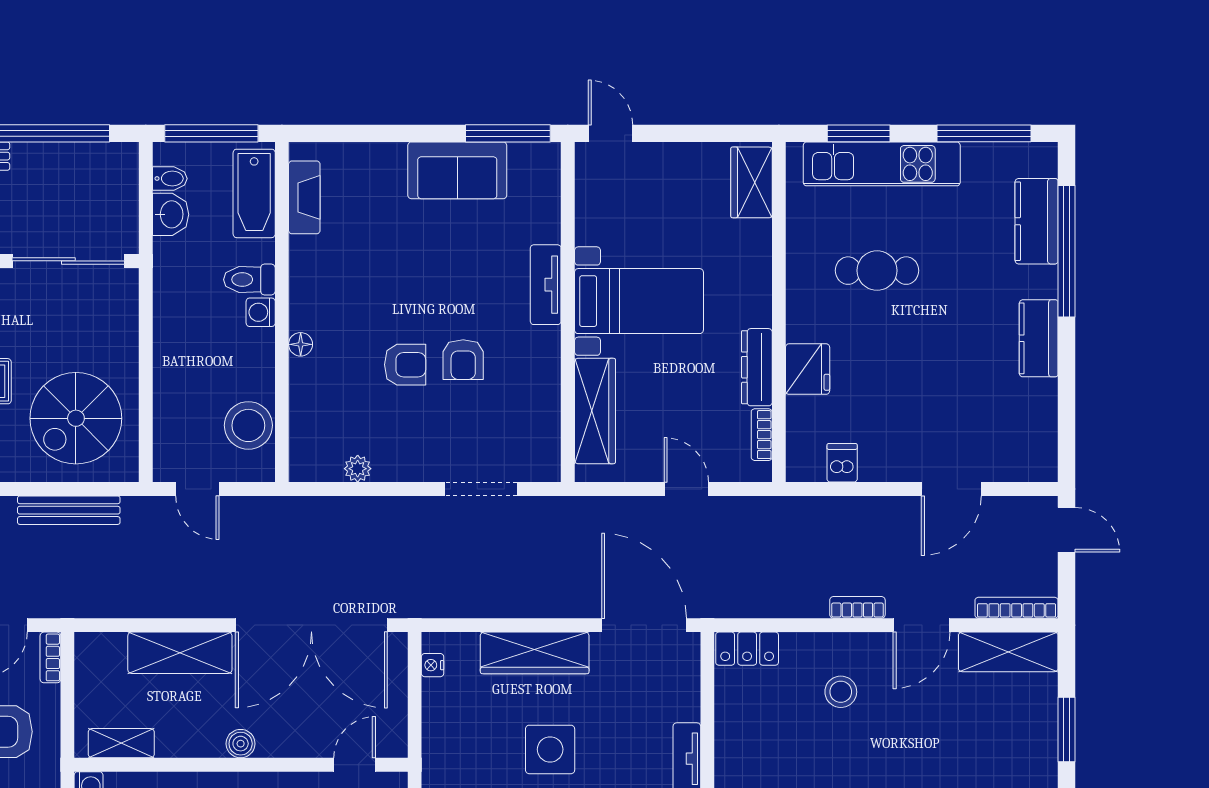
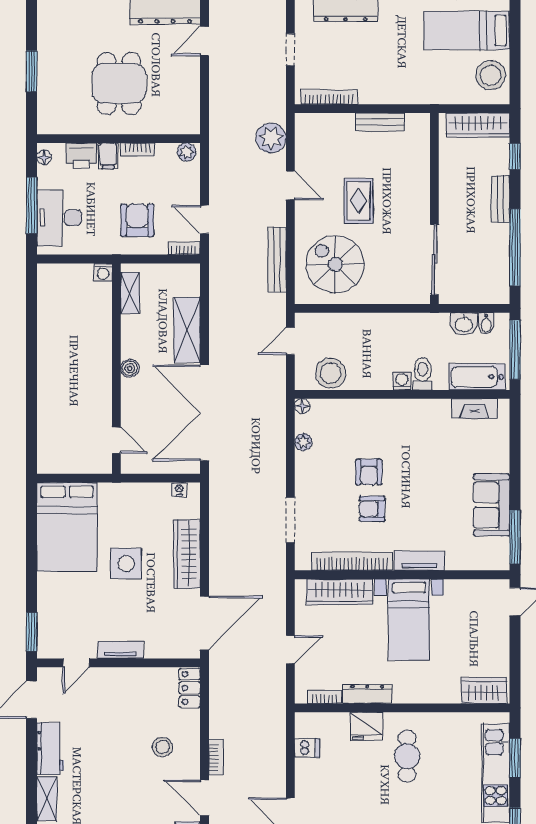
cafe table: (877, 271) -> (407, 756), moved
floor lamp: (301, 344) -> (302, 406), moved
bookcase: (546, 391) -> (352, 561), added

